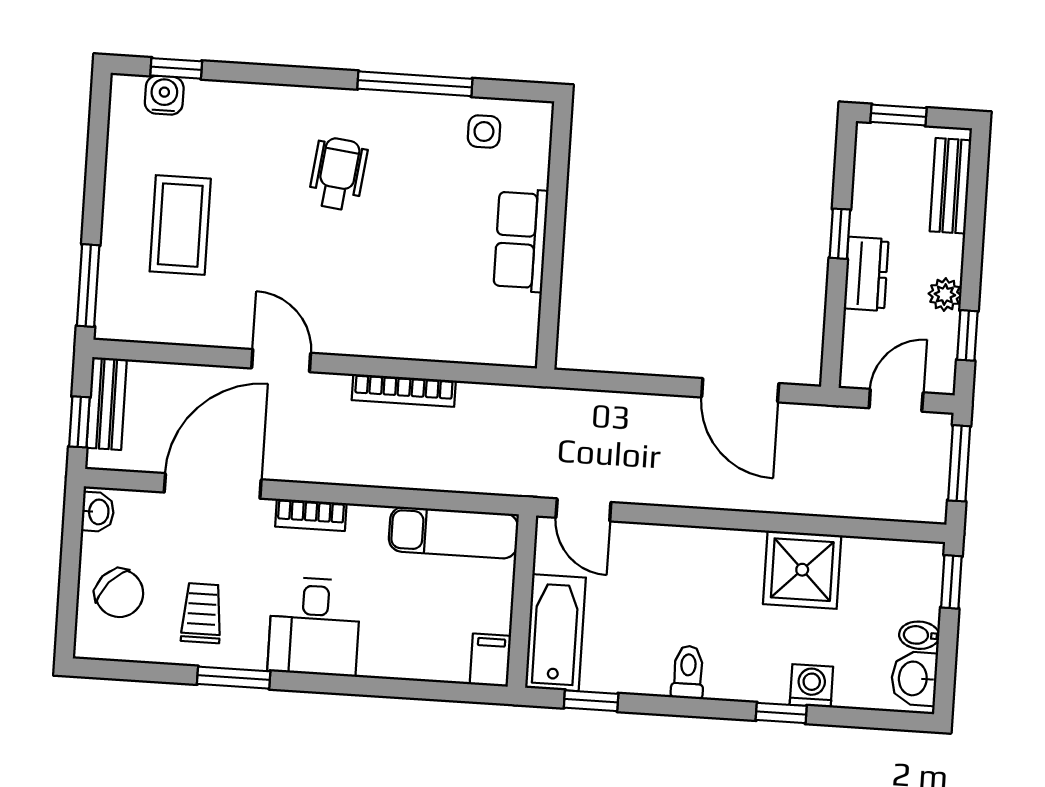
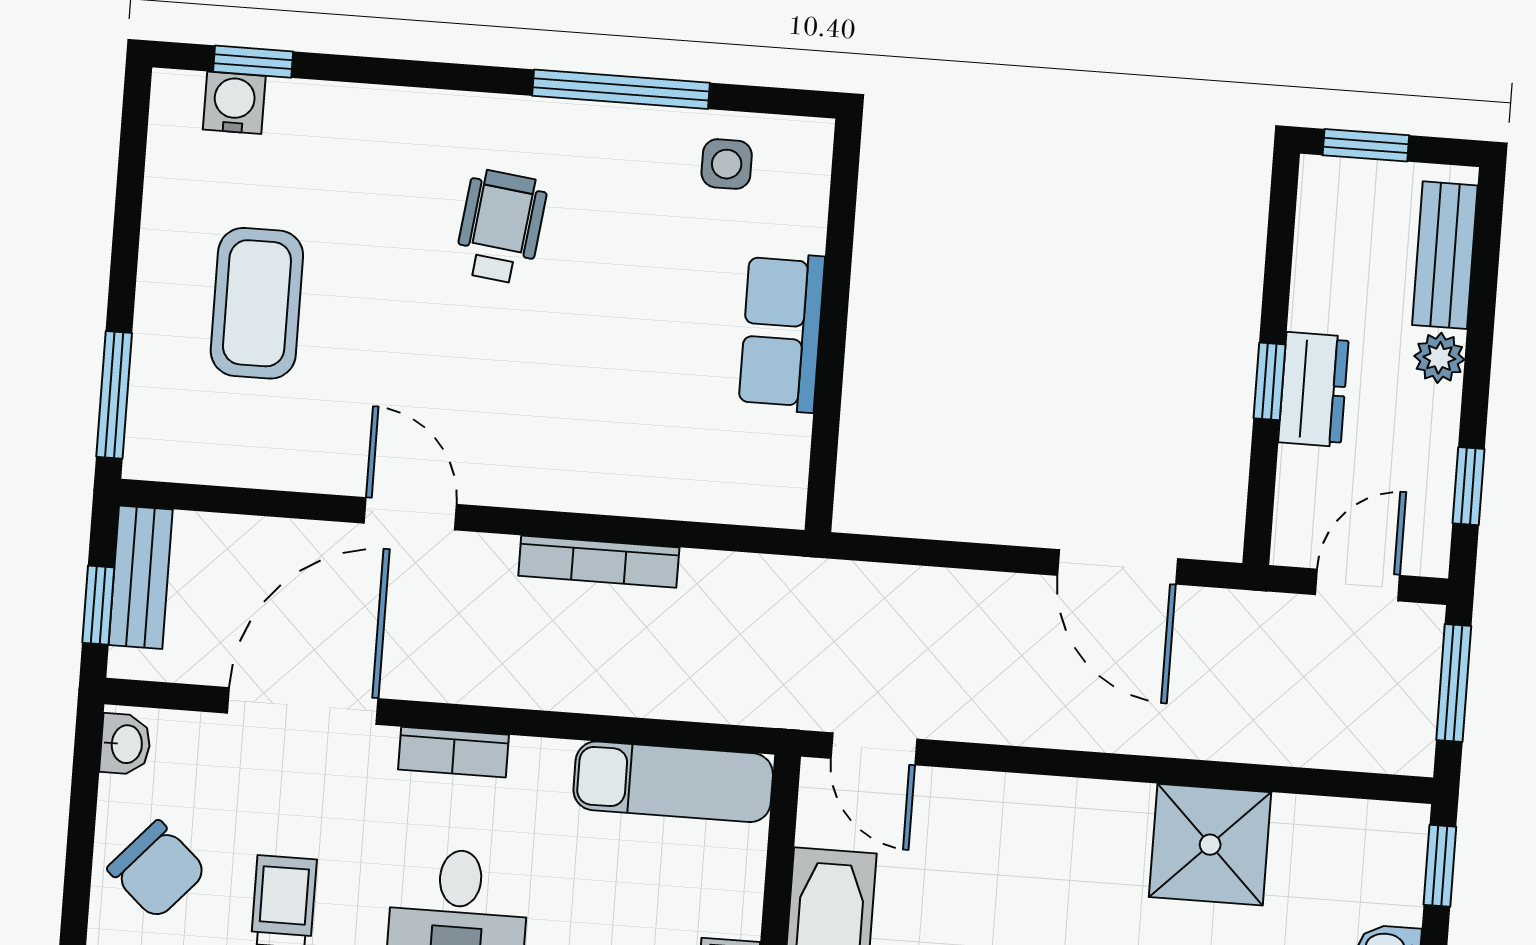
window: (840, 234) -> (1269, 381), moved
plant: (945, 295) -> (1439, 358), moved

